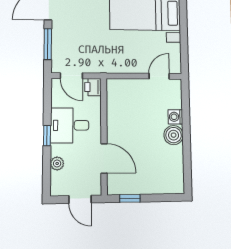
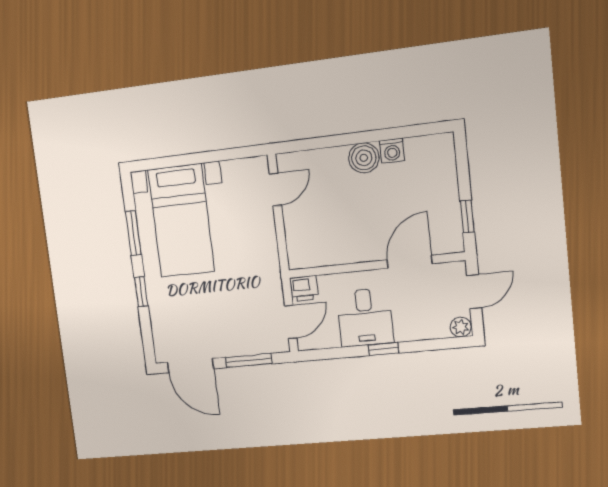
door: (159, 76) -> (275, 190), swing flipped
washing machine: (175, 117) -> (392, 151), moved
plant: (57, 163) -> (461, 327), moved

